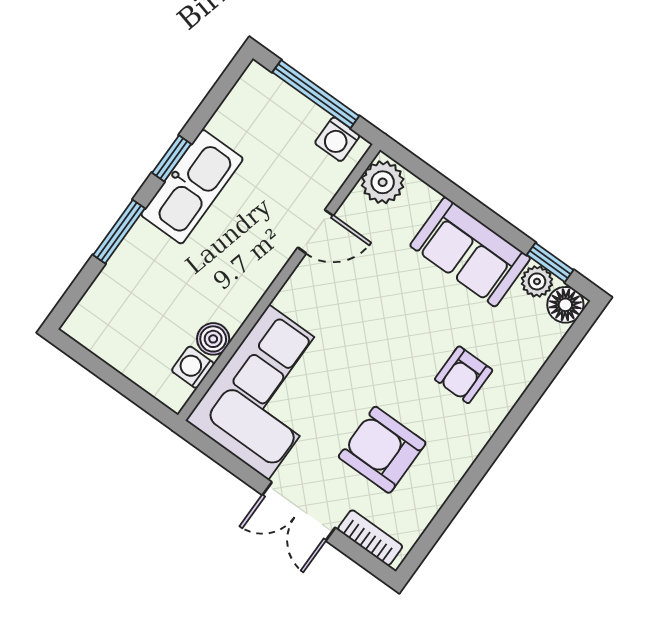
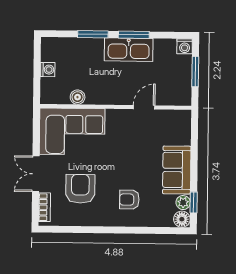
window: (316, 94) -> (195, 72), width x0.69
washing machine: (337, 139) -> (185, 46), moved, turned -90
window: (172, 158) -> (134, 35), width x1.50
plant: (383, 182) -> (180, 119), removed
door: (315, 232) -> (144, 107), swing flipped
washing machine: (193, 367) -> (48, 70), moved, turned 90

